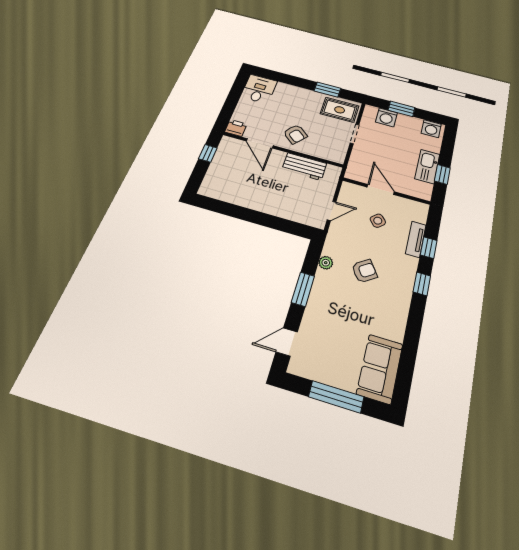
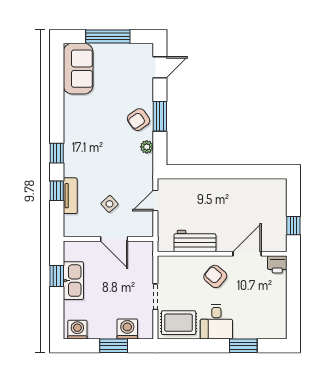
desk: (259, 89) -> (216, 322), moved
window: (327, 90) -> (243, 346), moved
door: (260, 143) -> (247, 254), hinge flipped
armchair: (364, 271) -> (138, 120), moved

